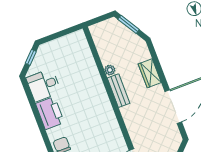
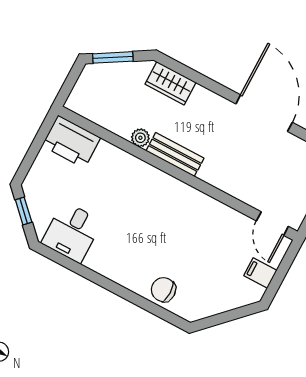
wardrobe: (150, 73) -> (170, 83), moved
printer: (50, 113) -> (71, 142), moved, turned 180

